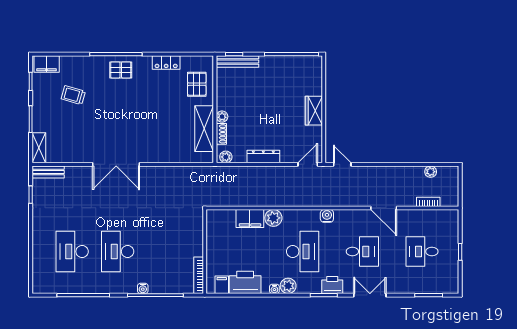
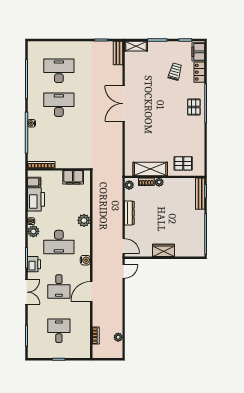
locker: (166, 62) -> (199, 72), moved
door: (384, 208) -> (91, 291), moved
filing cabinet: (250, 219) -> (73, 177), moved, turned -90

